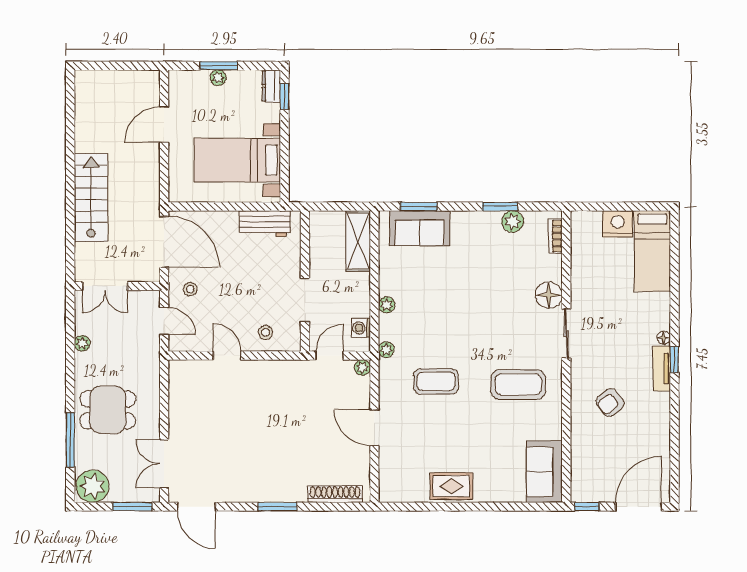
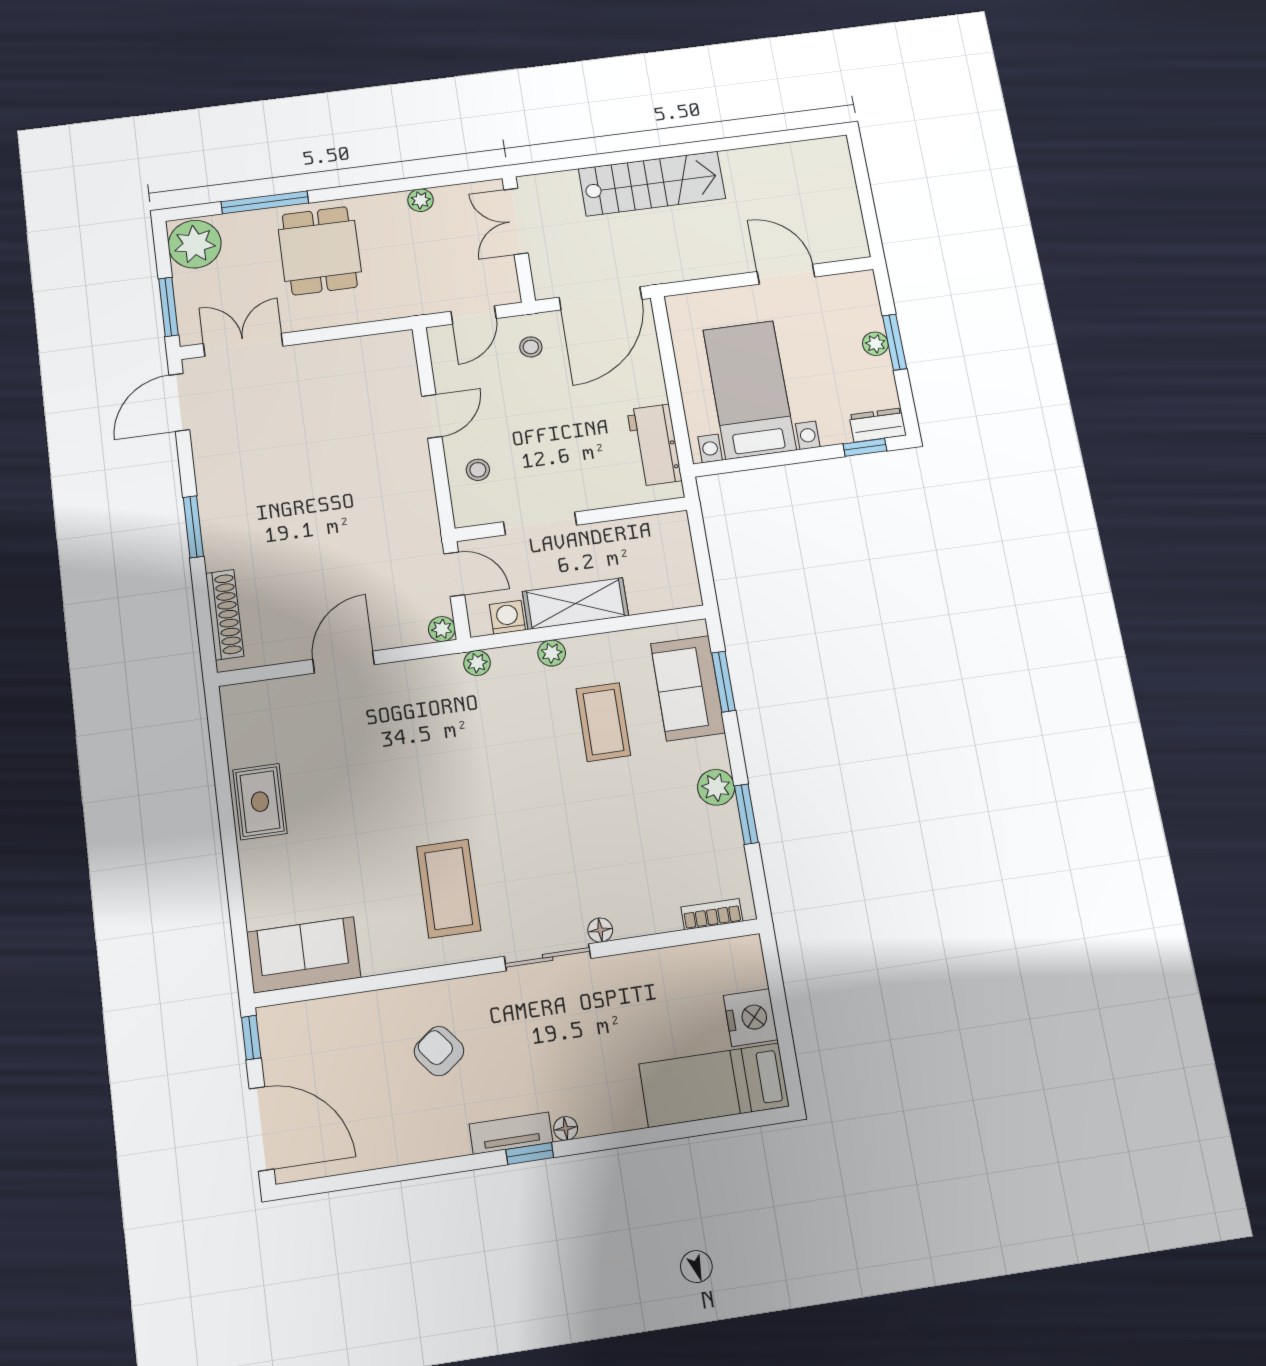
plant: (513, 221) -> (716, 787), moved
shelving: (358, 241) -> (575, 604), moved
floor lamp: (549, 295) -> (600, 930), width x0.53, depth x0.53
coffee table: (436, 381) -> (603, 722), moved

